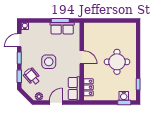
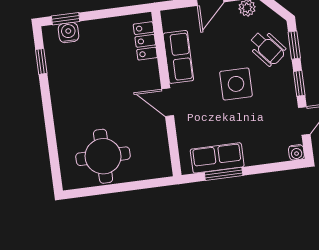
round table: (117, 62) -> (103, 156), moved
row of seats: (74, 88) -> (178, 57), moved

